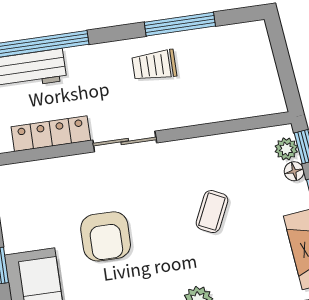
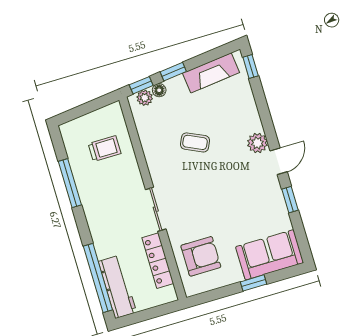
trolley: (154, 65) -> (105, 149), moved, turned -90
armchair: (106, 236) -> (201, 256), moved

